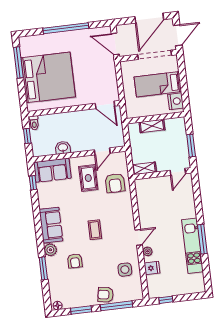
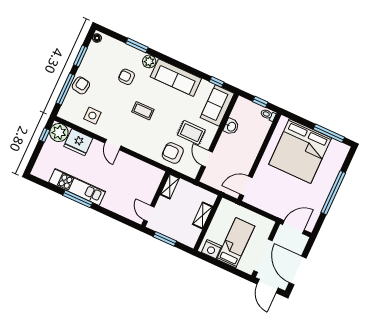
sofa: (51, 225) -> (176, 78), width x1.36
plant: (148, 251) -> (59, 132), moved, width x1.87, depth x1.87
fridge: (152, 268) -> (78, 142), width x1.88, depth x1.34

